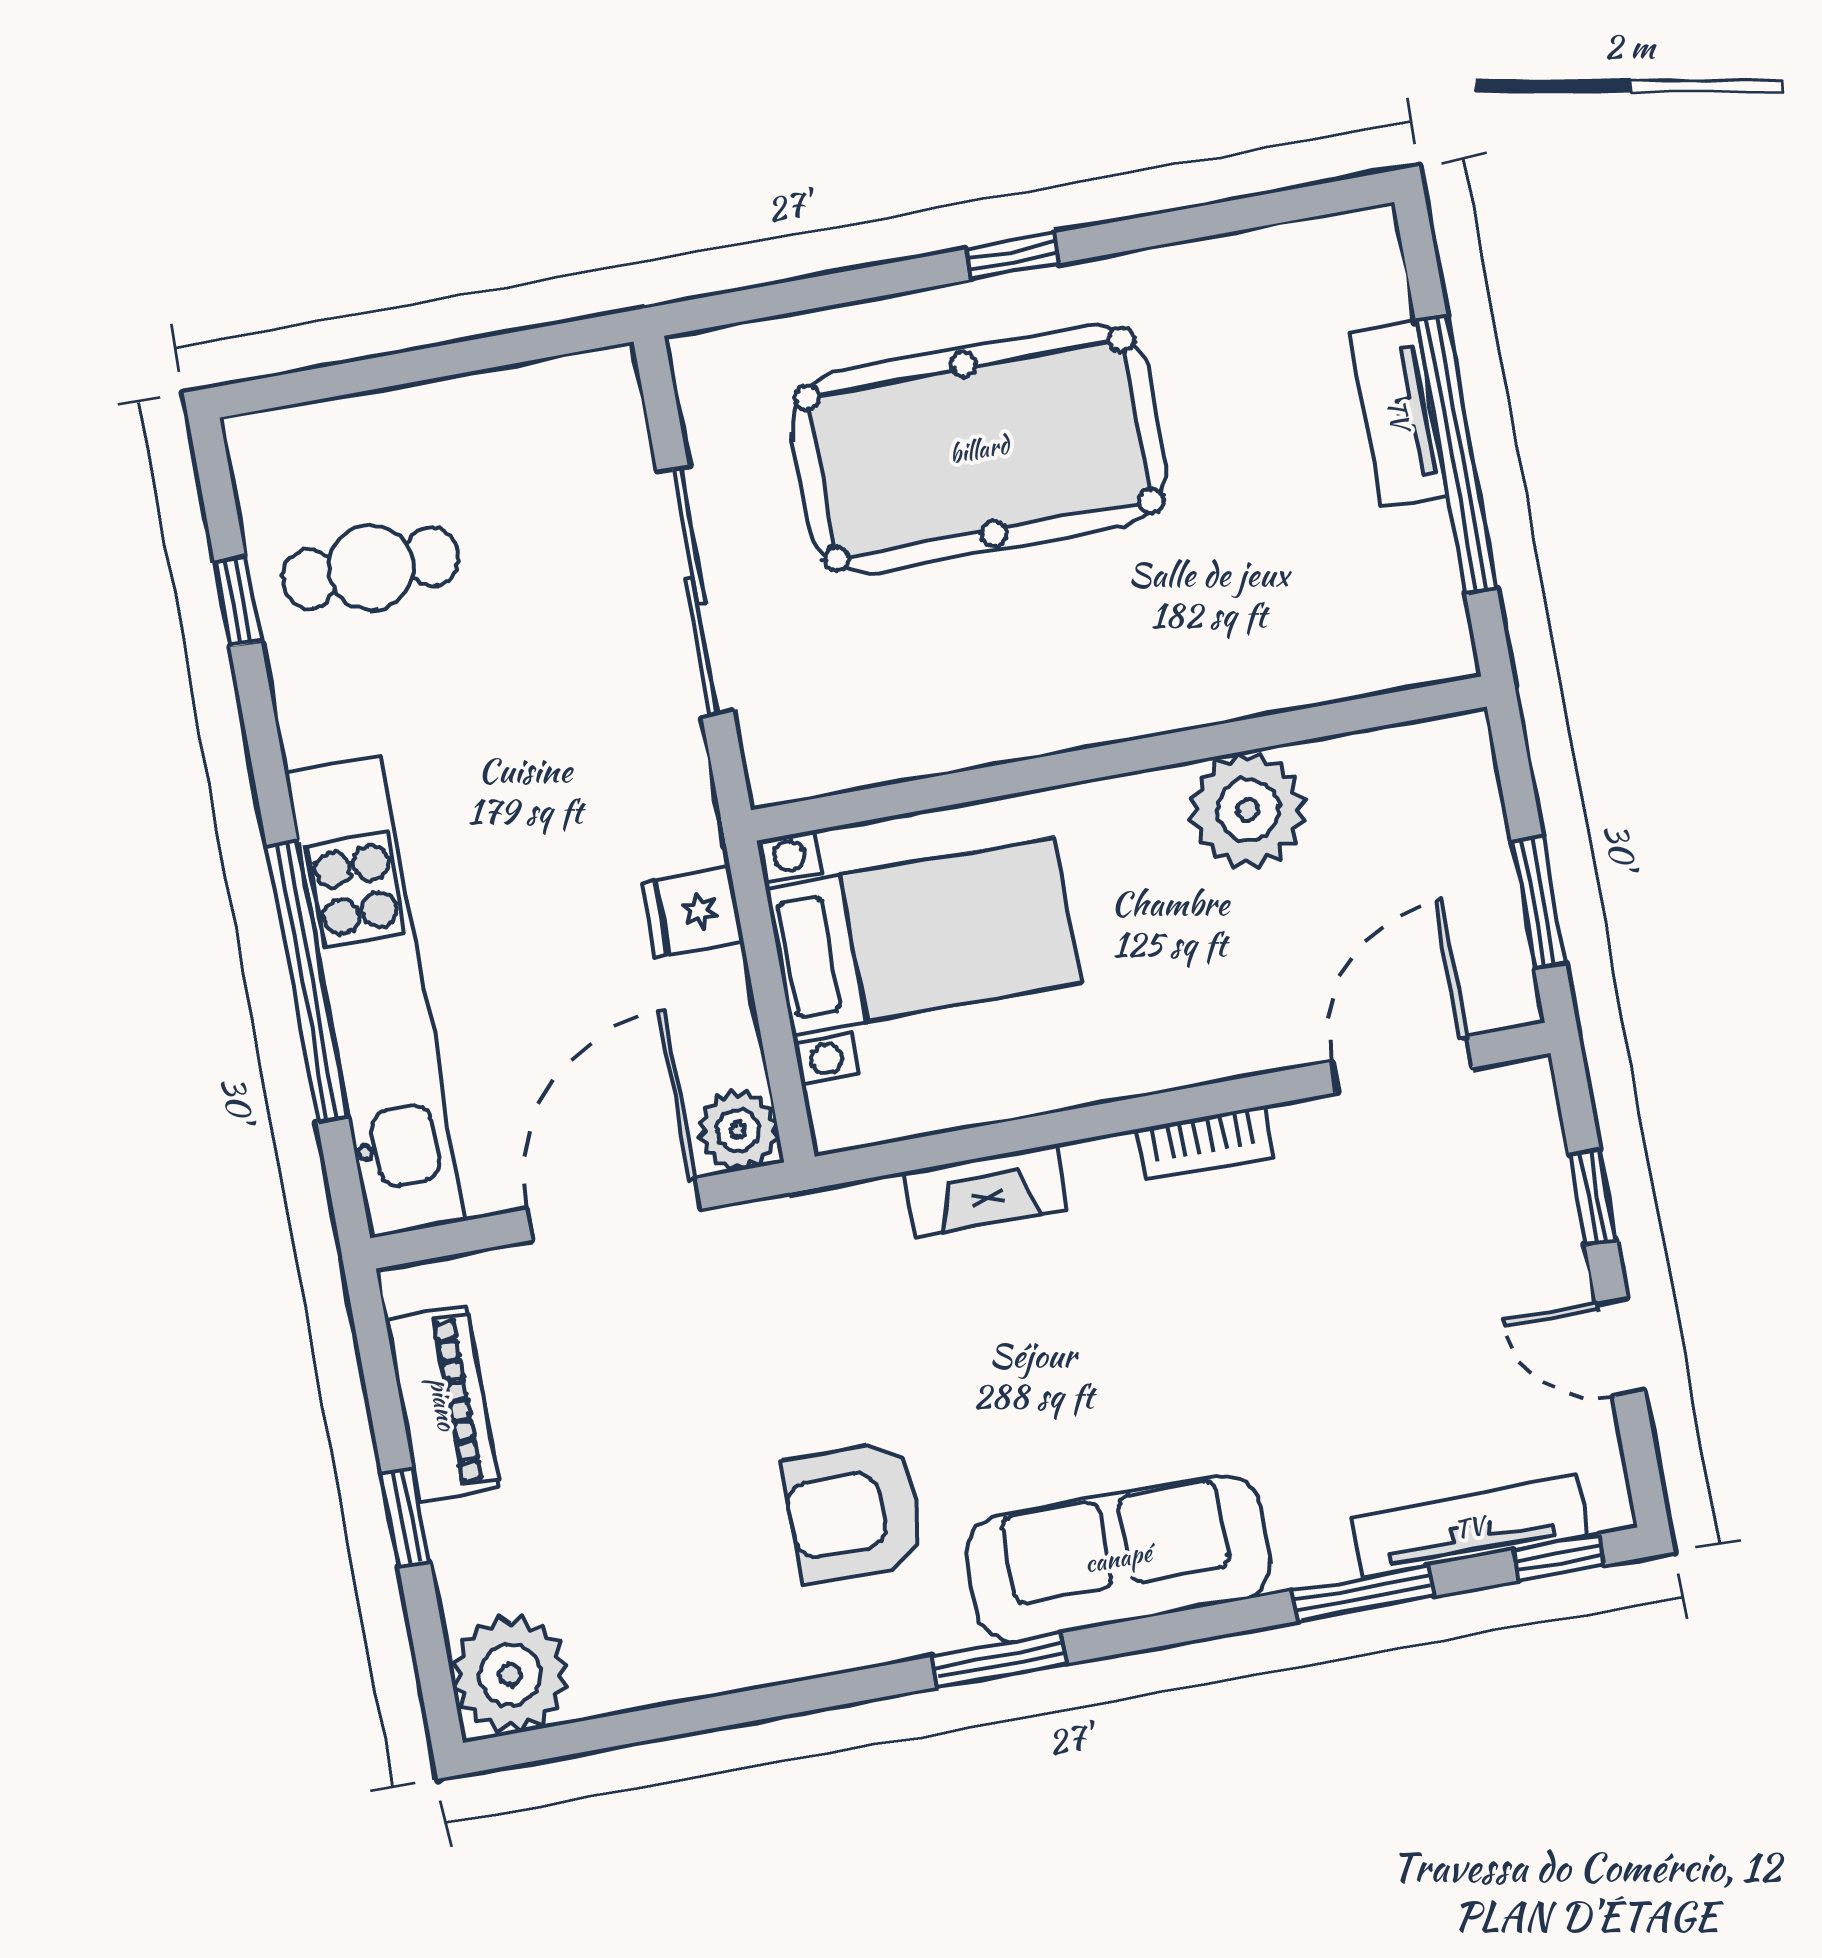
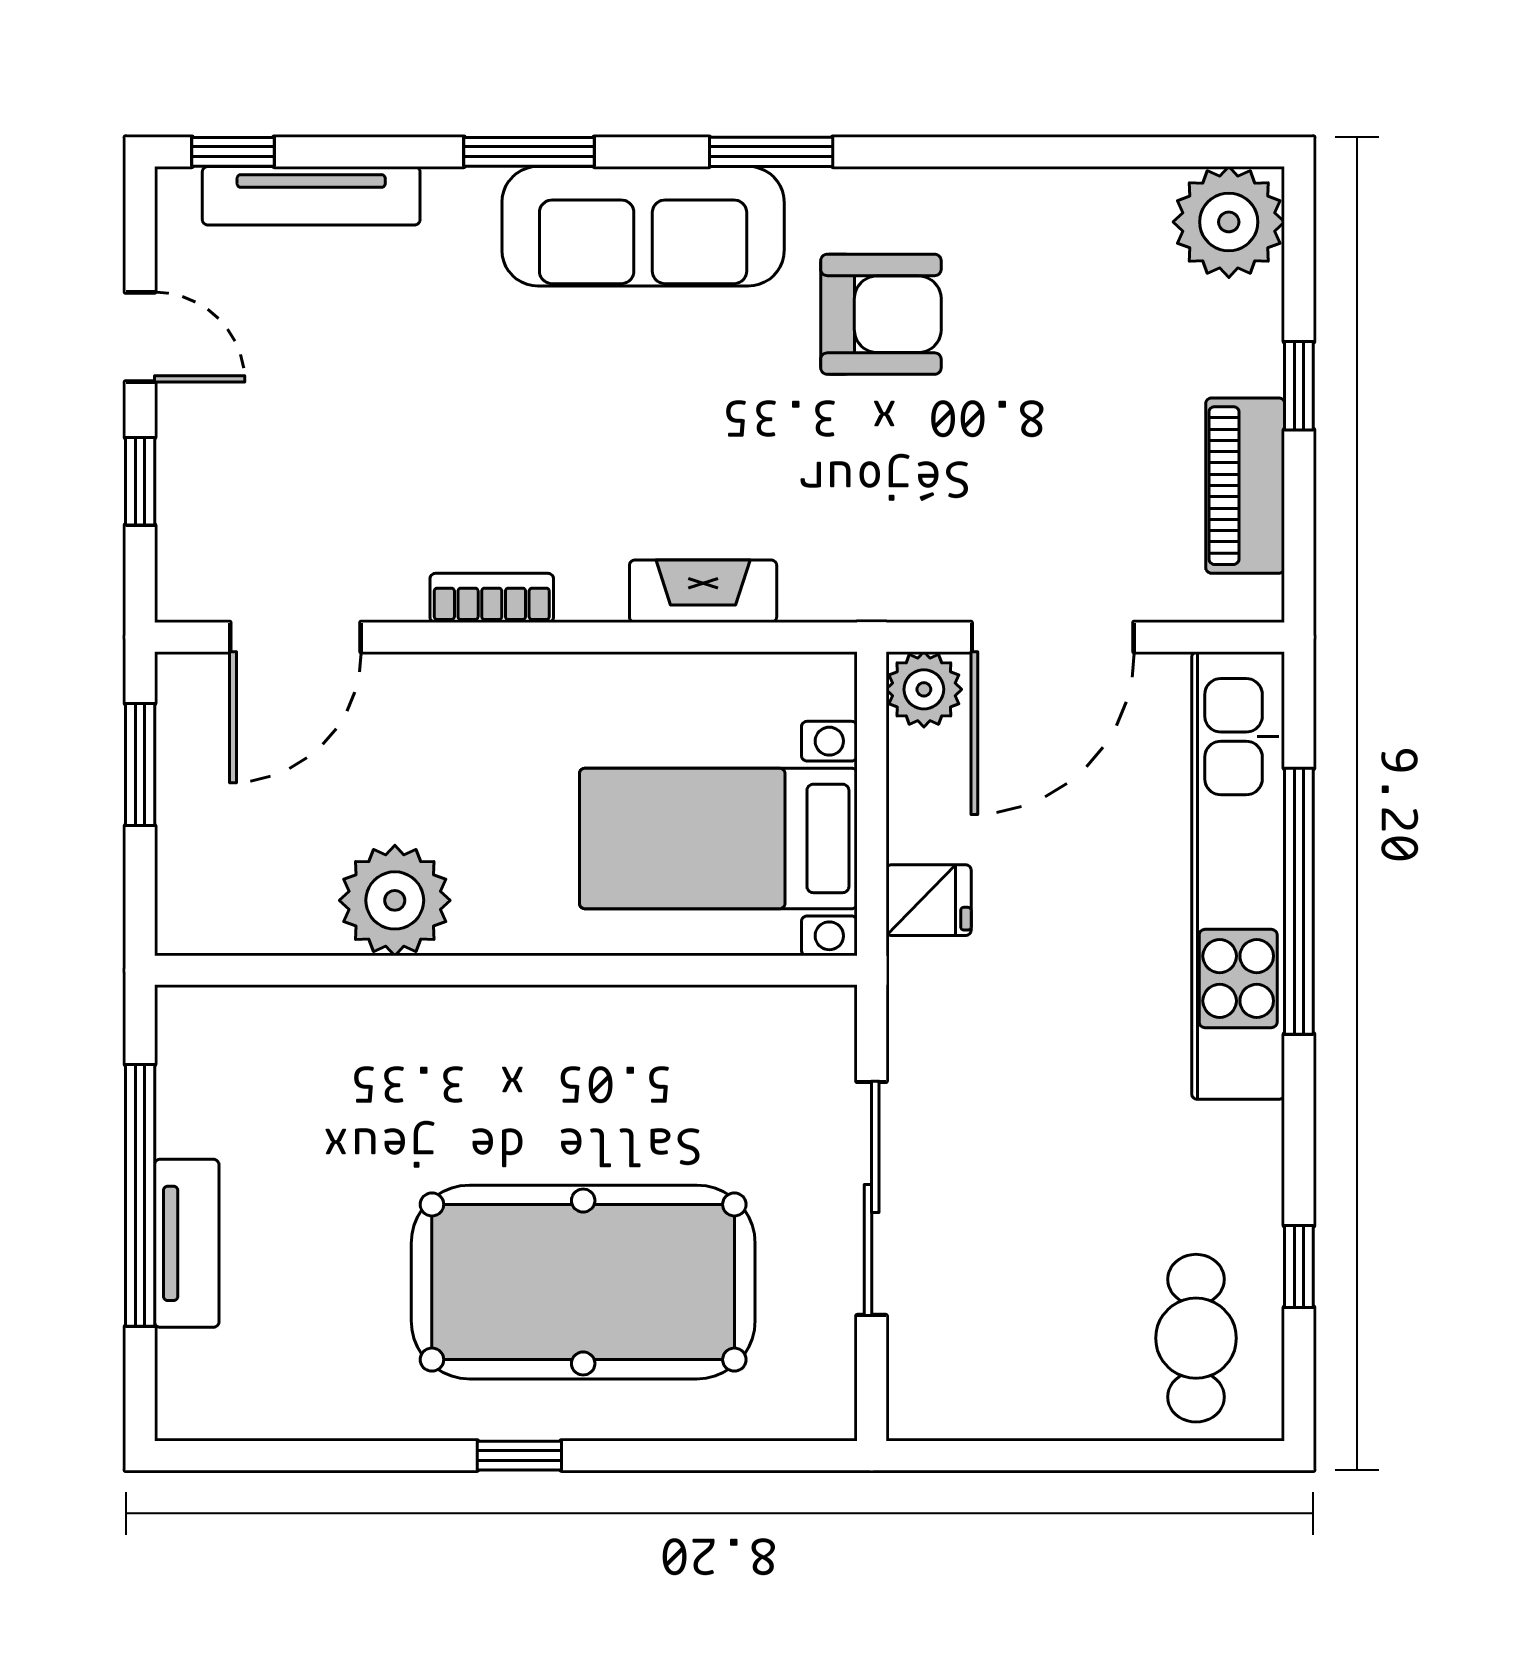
cafe table: (371, 568) -> (1196, 1338), moved, turned 90
window: (1363, 1593) -> (529, 152), moved

